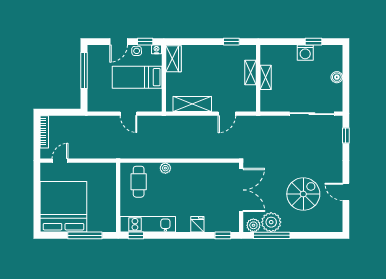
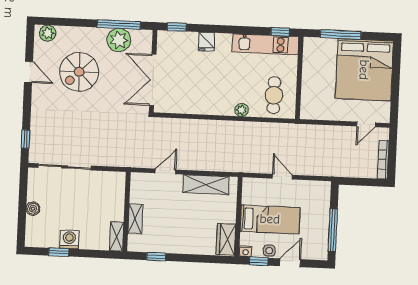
shelving: (266, 77) -> (117, 236), moved
plant: (253, 225) -> (48, 33), moved

